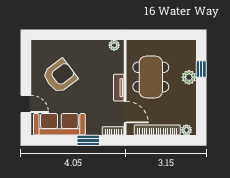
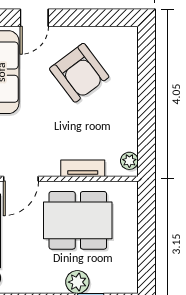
tv unit: (119, 88) -> (83, 168), moved

